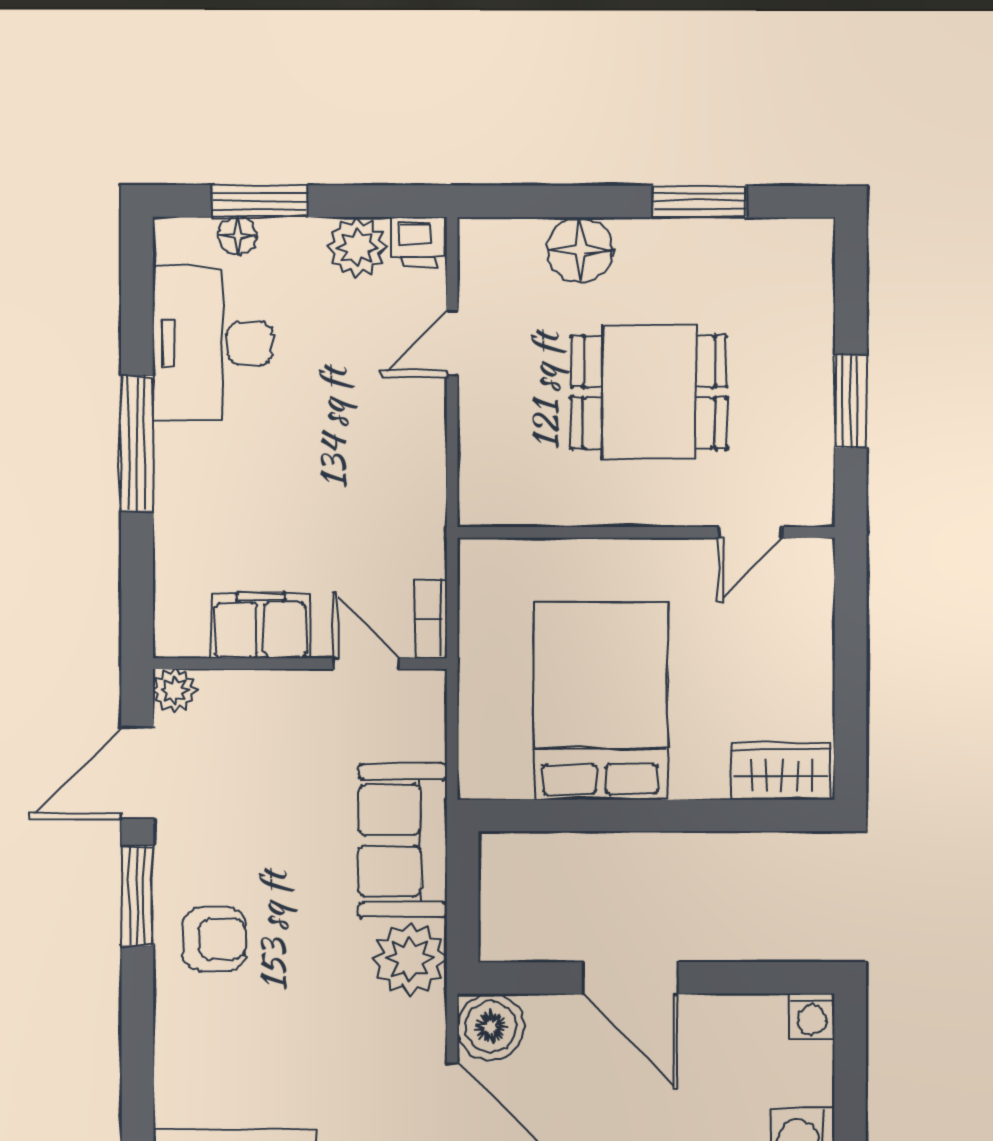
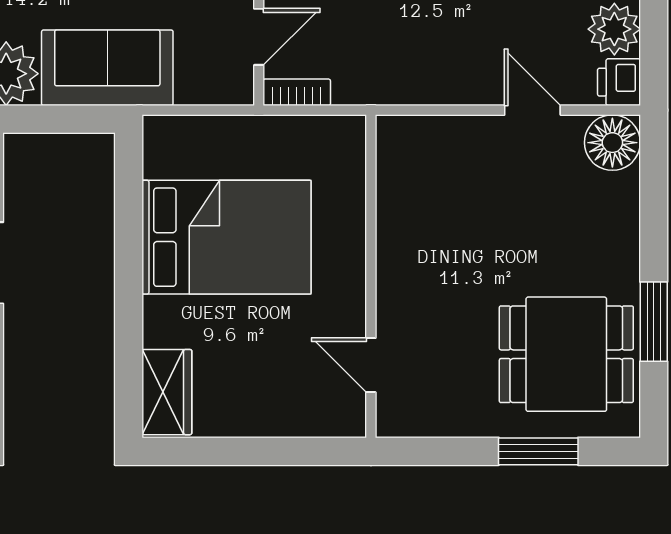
floor lamp: (580, 250) -> (612, 143), moved
dining table: (649, 392) -> (566, 354), moved, turned 90
window: (851, 401) -> (538, 451), moved

